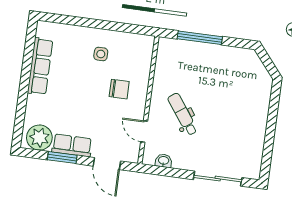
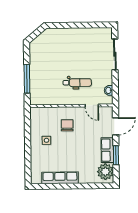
dental chair: (183, 114) -> (77, 83), turned -144
door: (144, 132) -> (92, 106), hinge flipped

